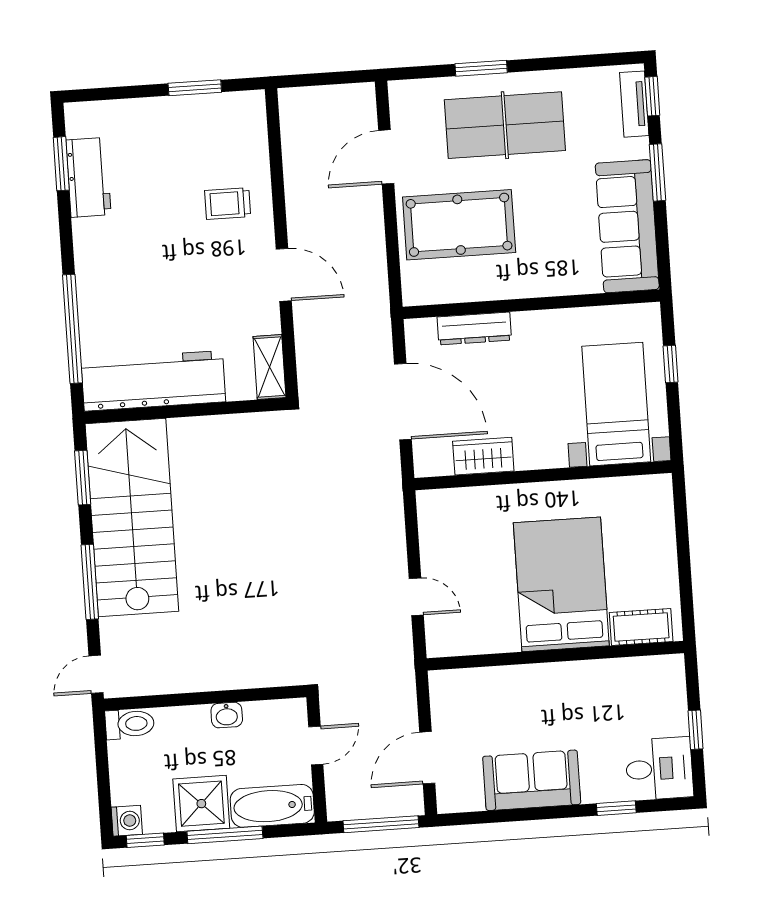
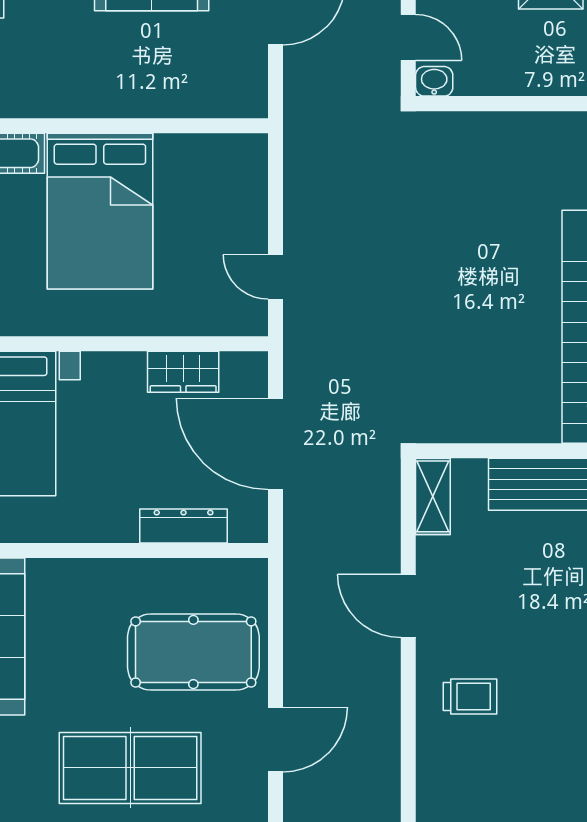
door: (416, 597) -> (275, 277), moved
washbasin: (227, 715) -> (434, 81), moved
door: (316, 746) -> (408, 37), swing flipped

